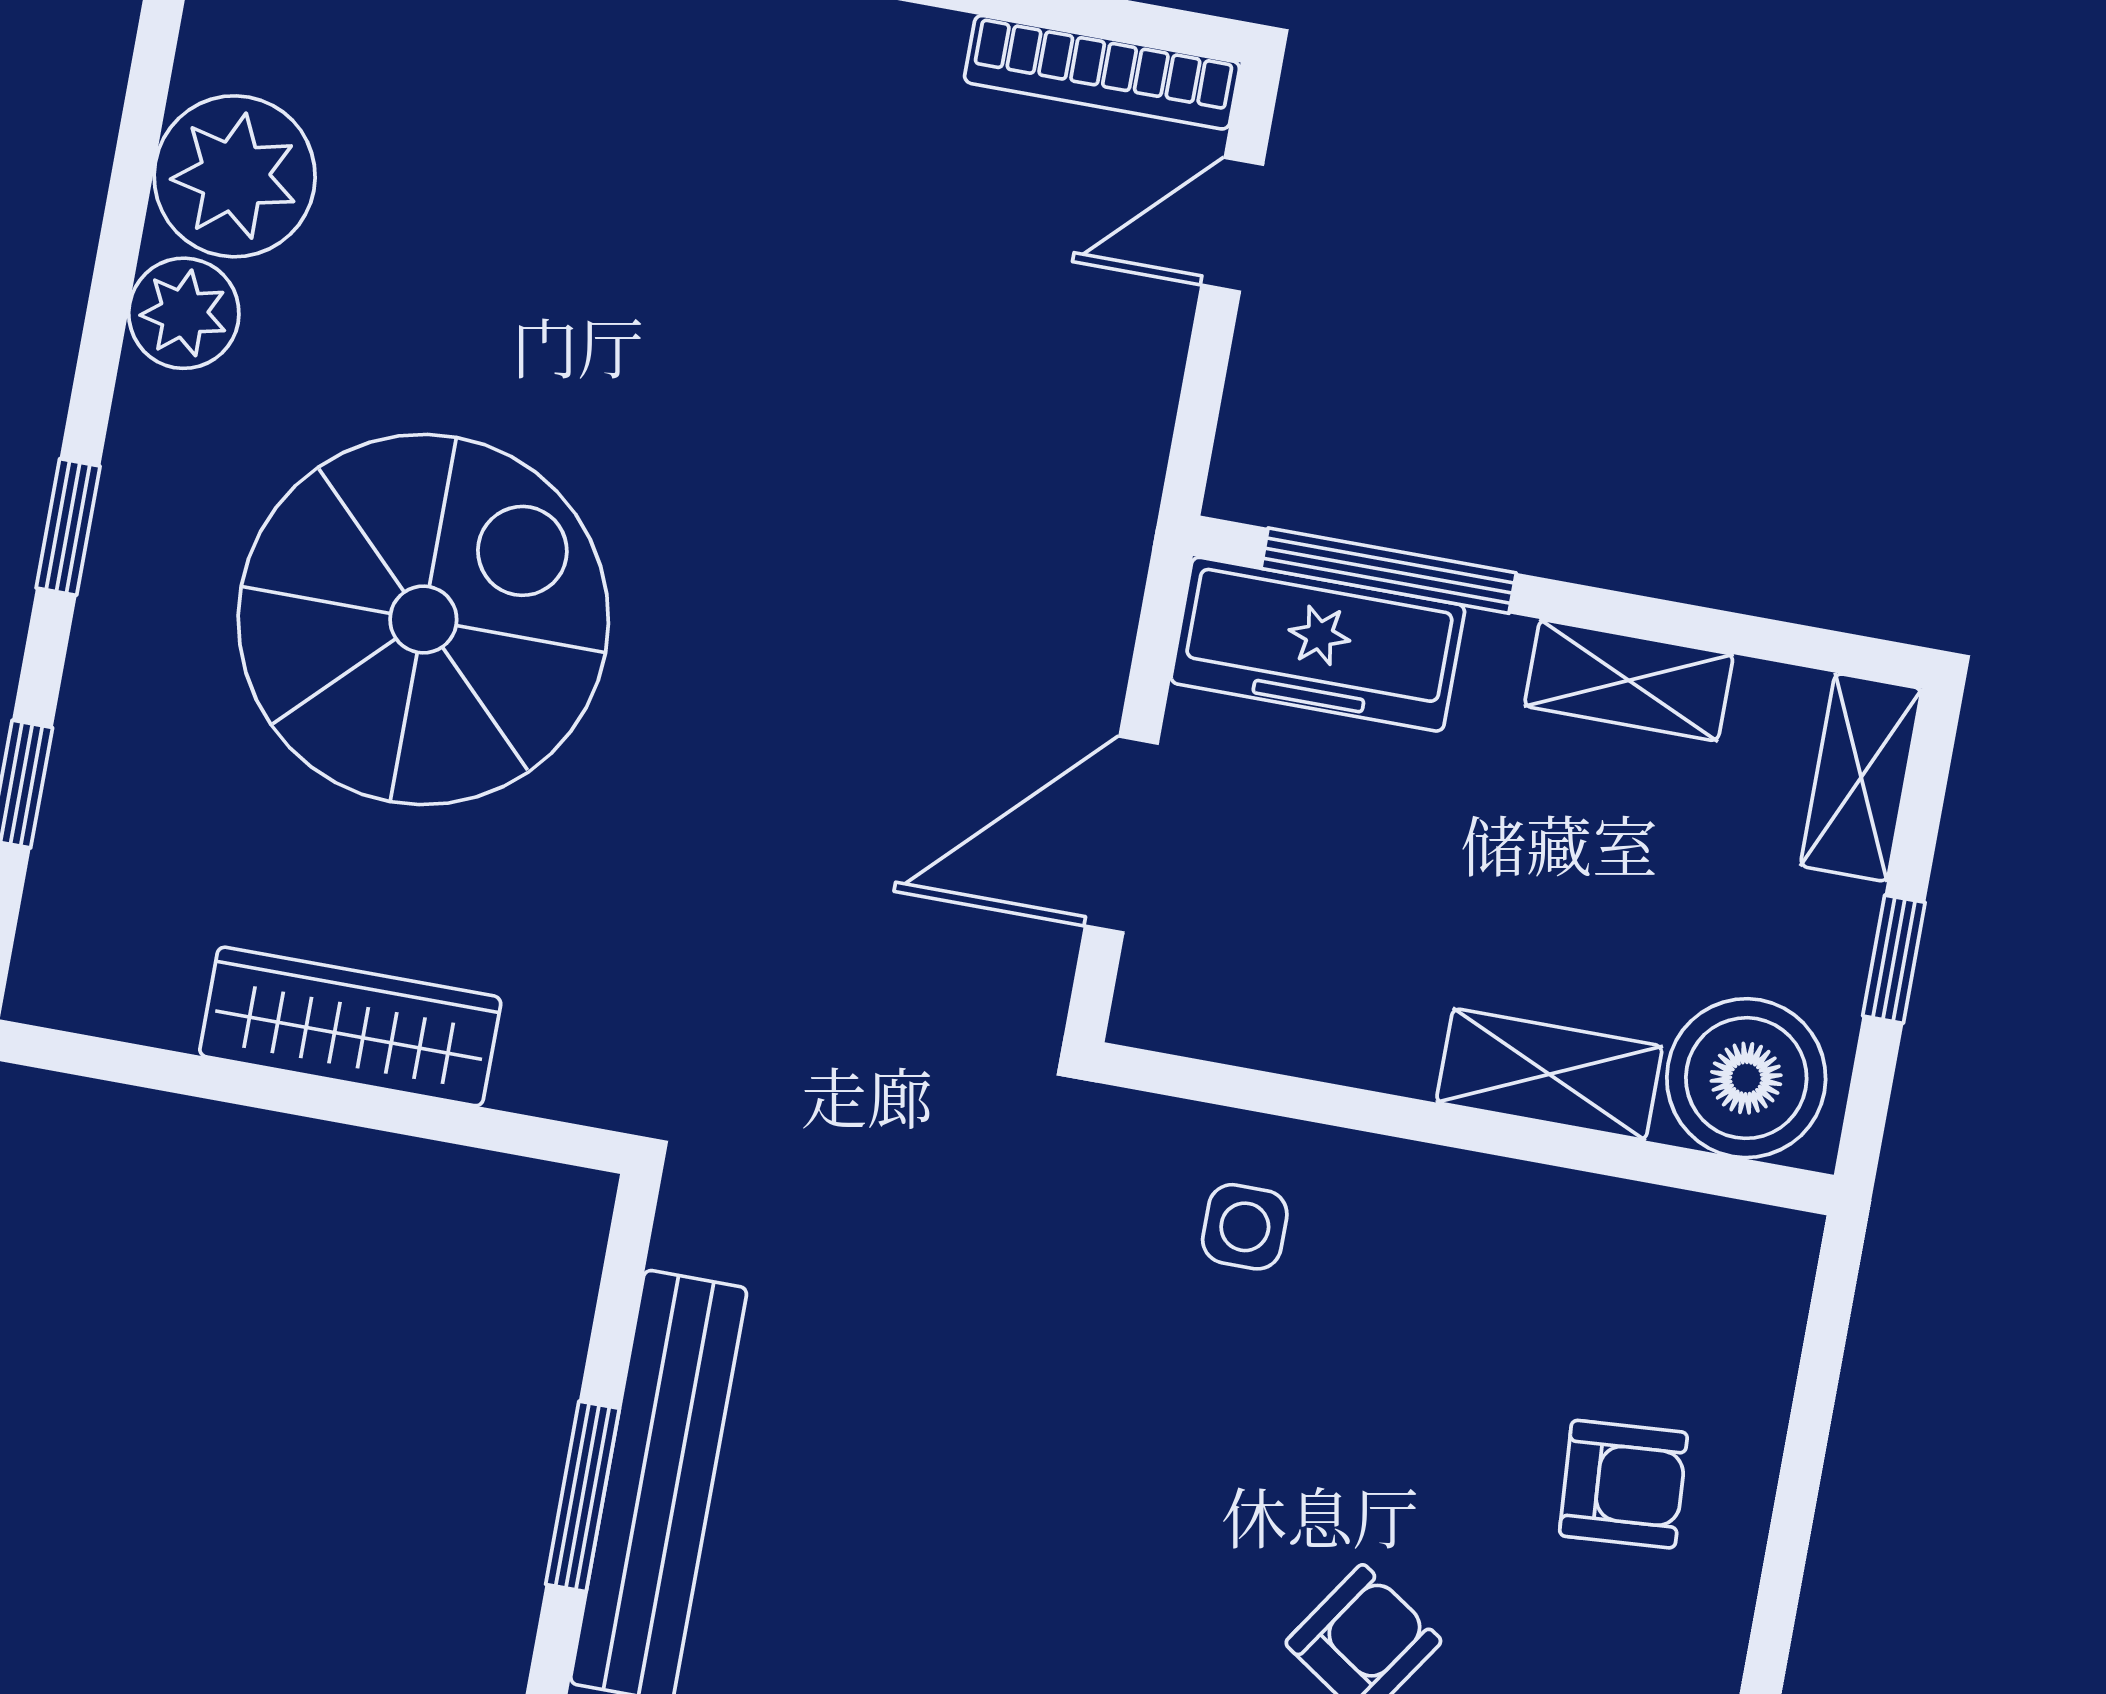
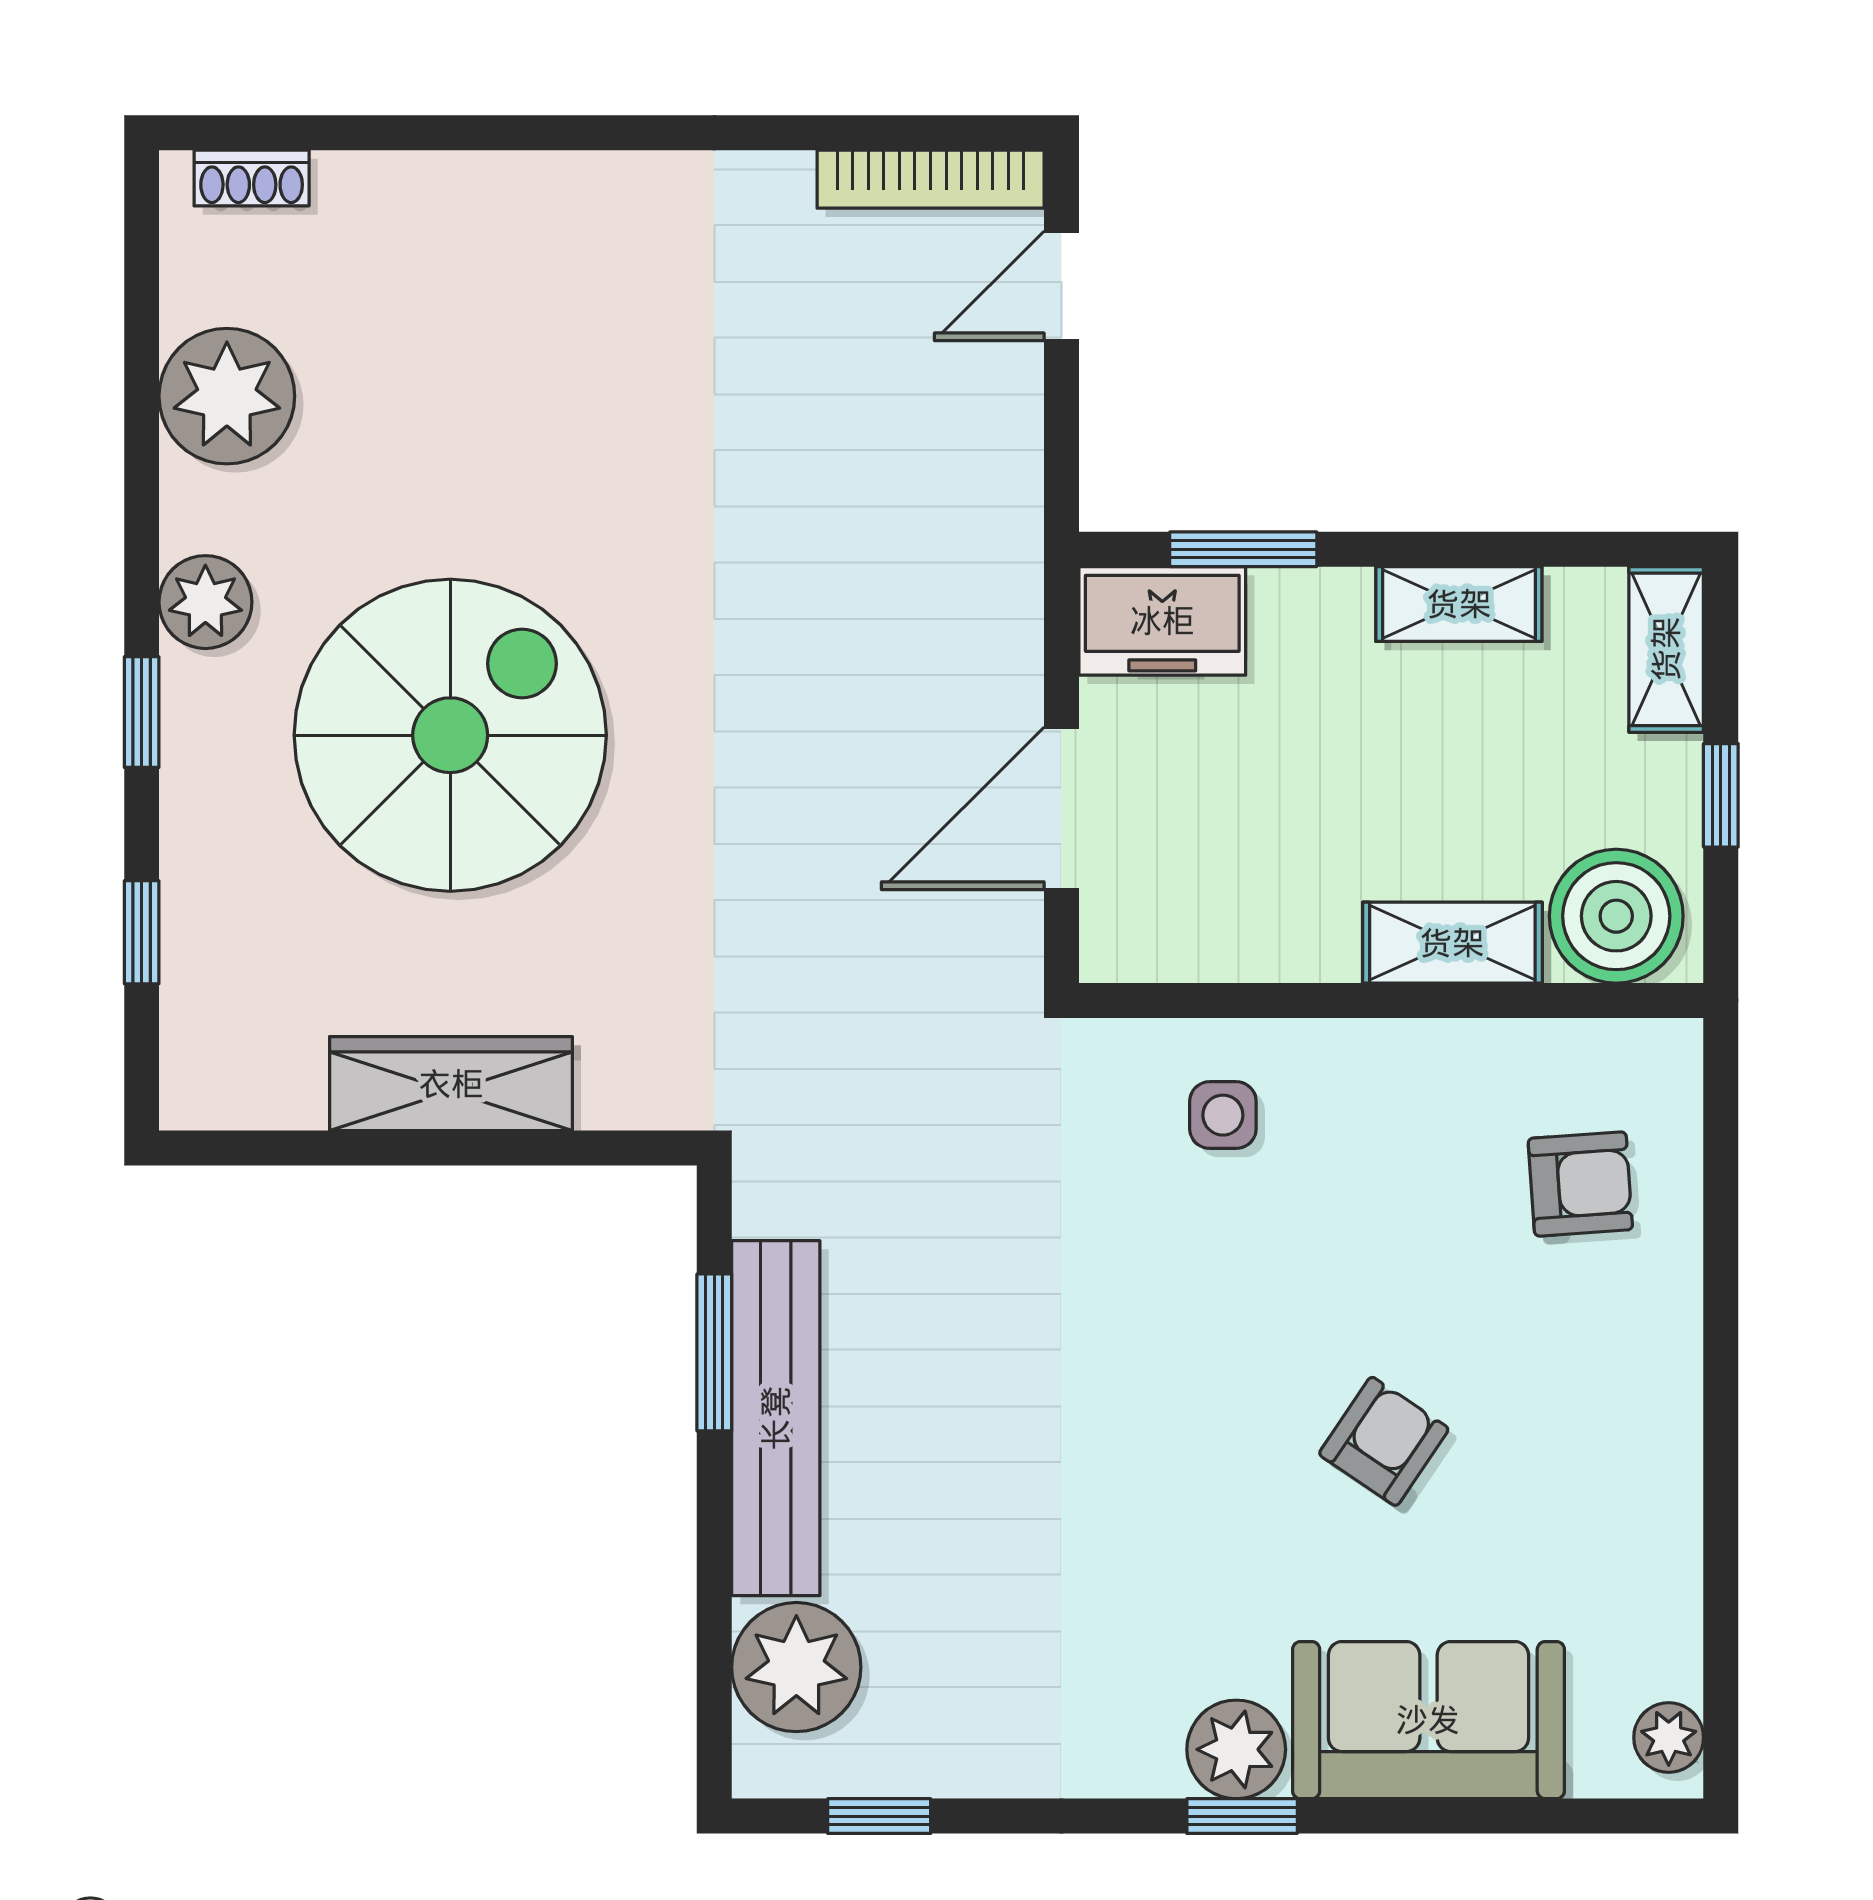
plant: (184, 313) -> (205, 602), moved
window: (1389, 571) -> (1243, 549), width x0.69
freezer: (1318, 644) -> (1162, 621), width x0.71
armchair: (1623, 1484) -> (1580, 1184), moved
window: (583, 1496) -> (714, 1352), moved

